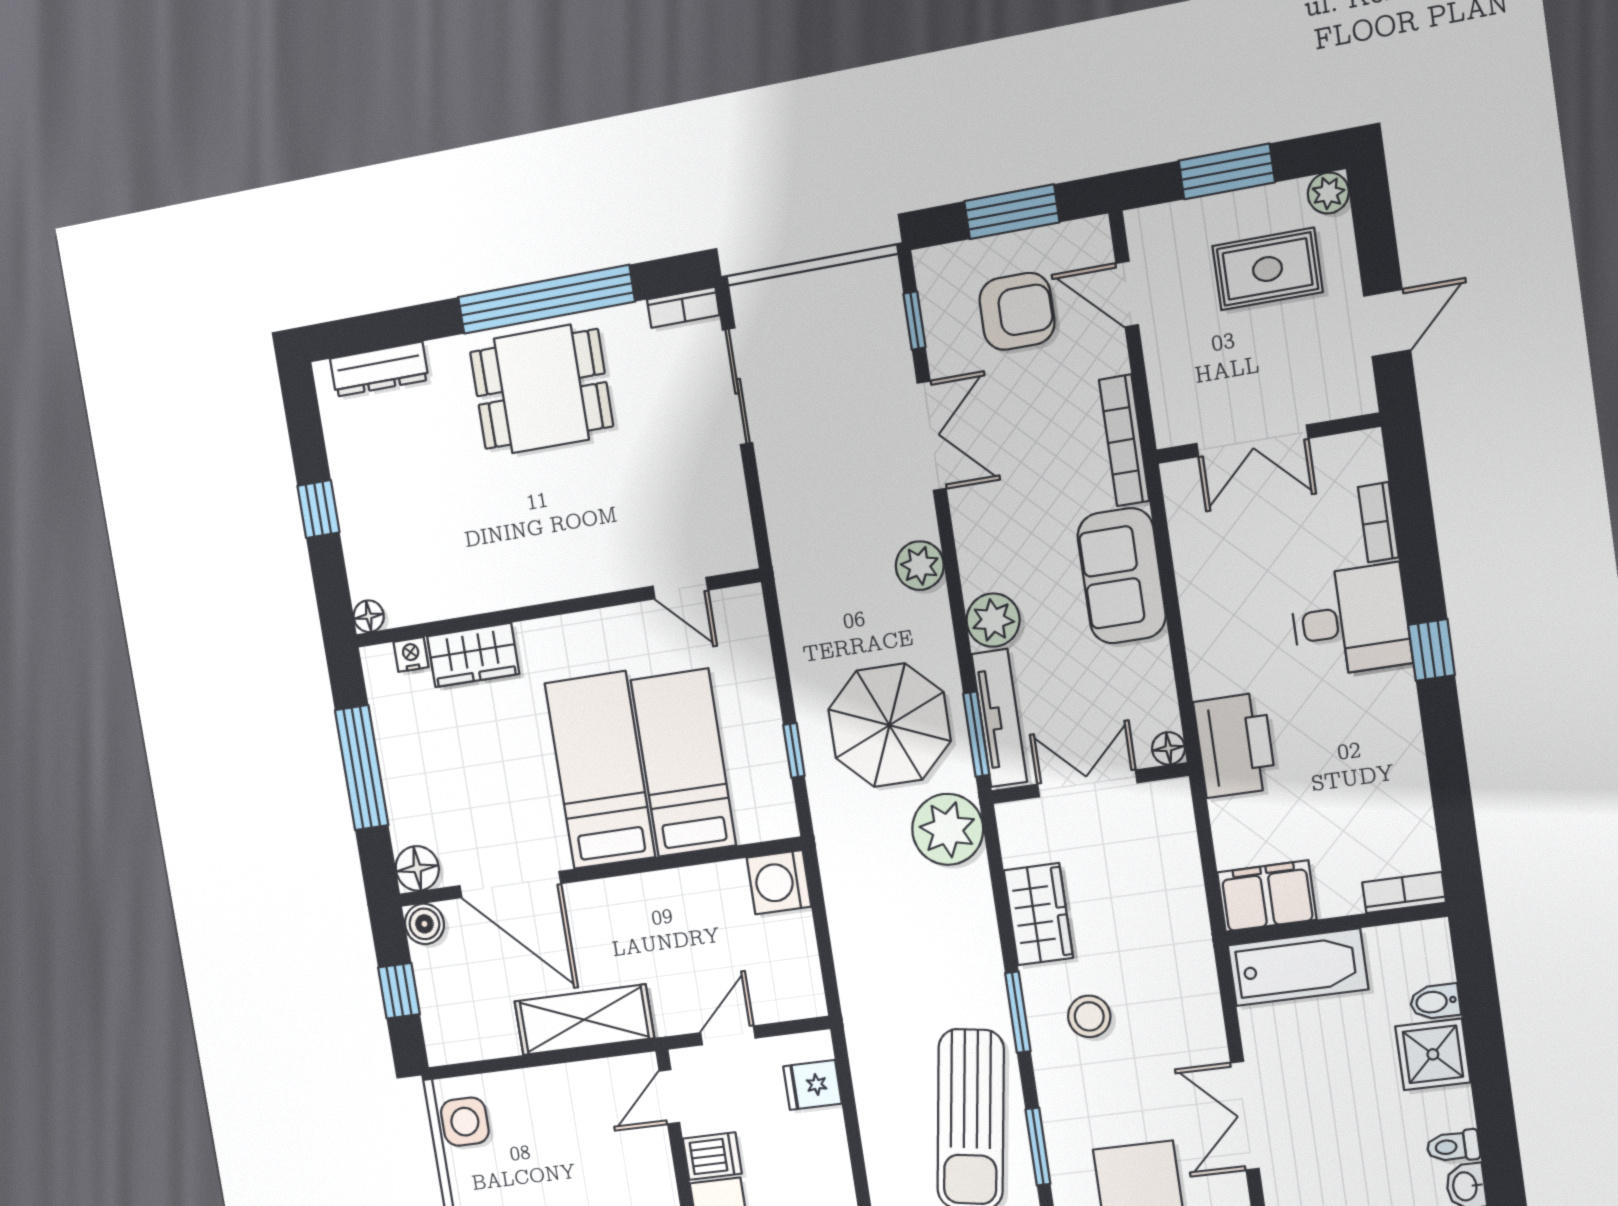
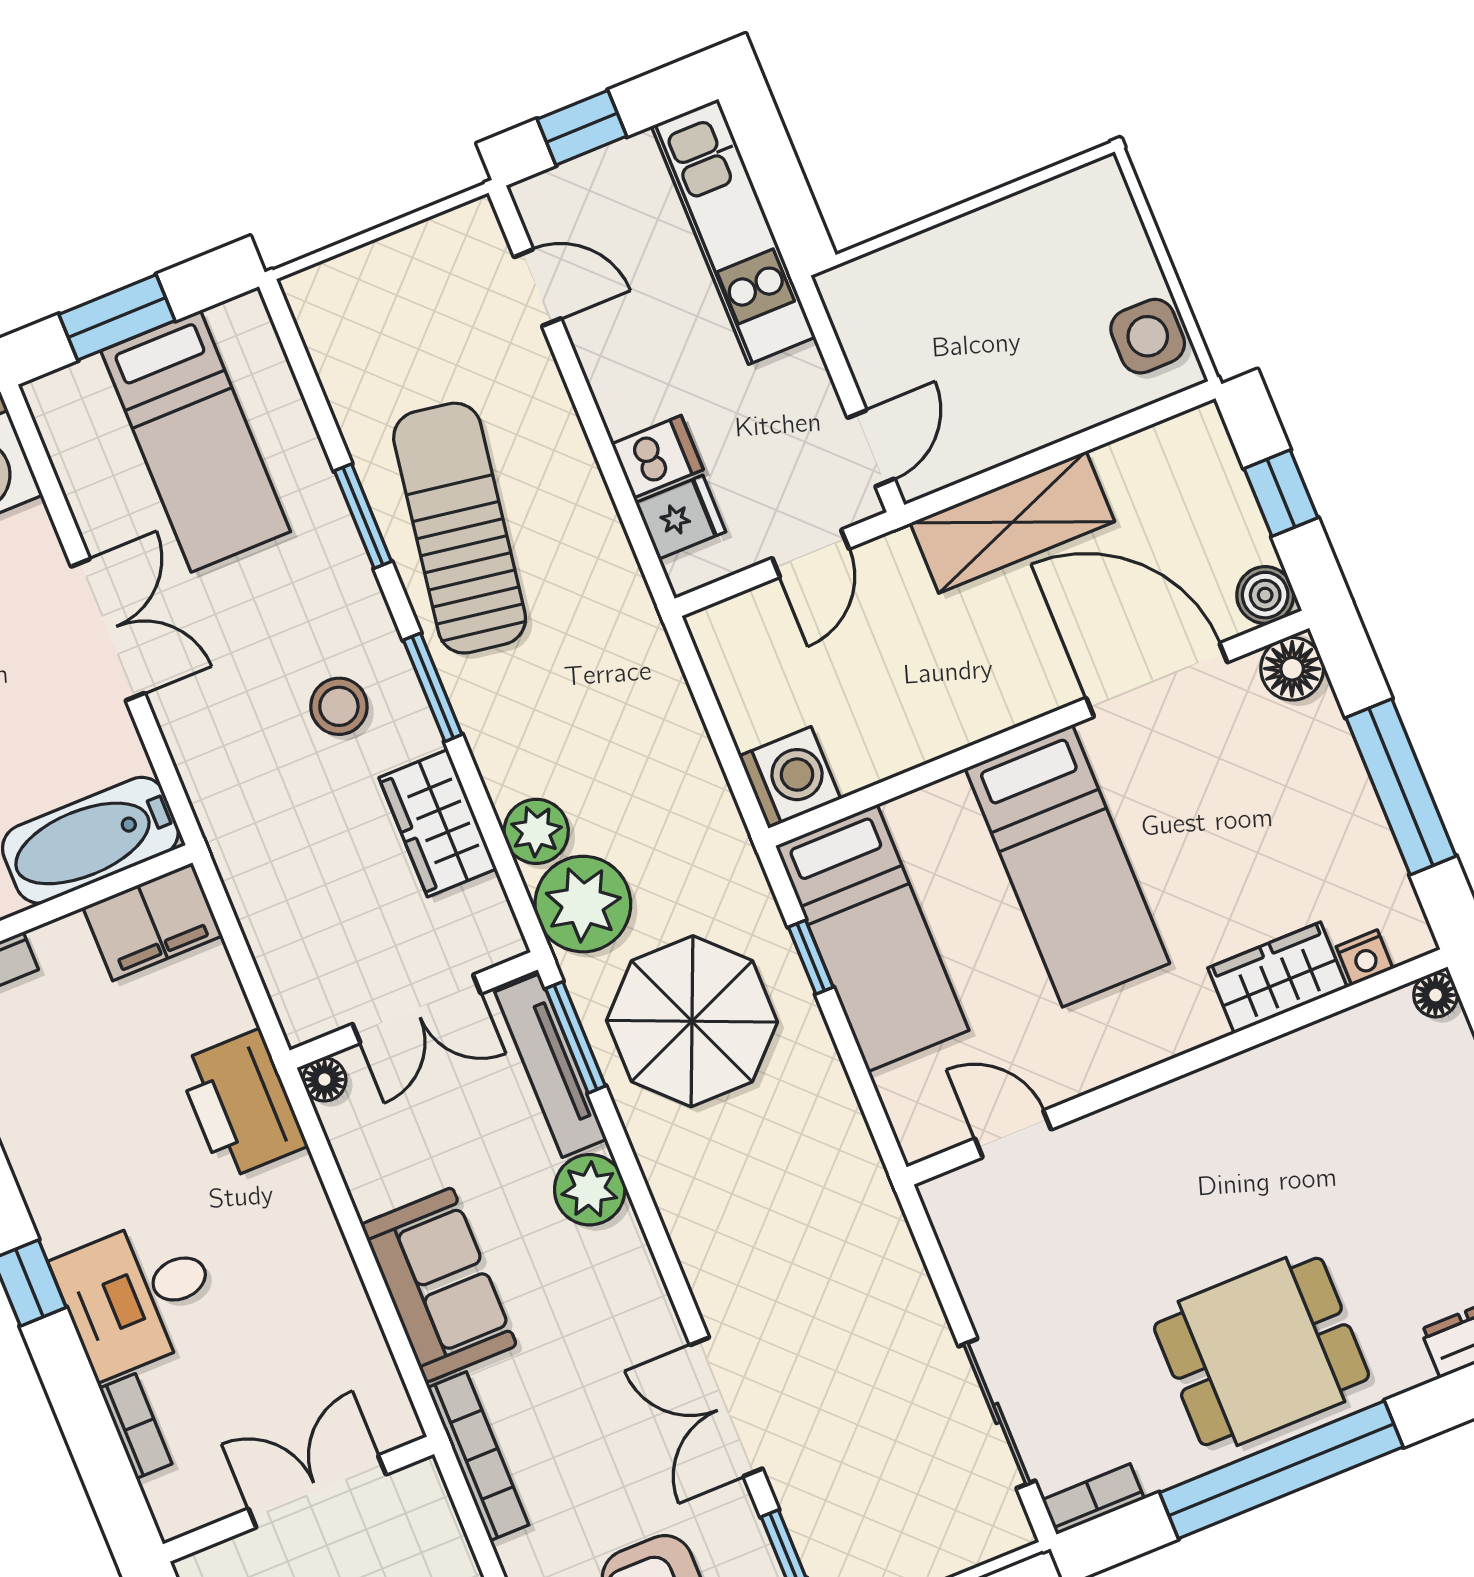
plant: (920, 566) -> (536, 831), moved
bed: (683, 763) -> (872, 938), moved
dishwasher: (712, 1156) -> (657, 457), moved, turned 180

